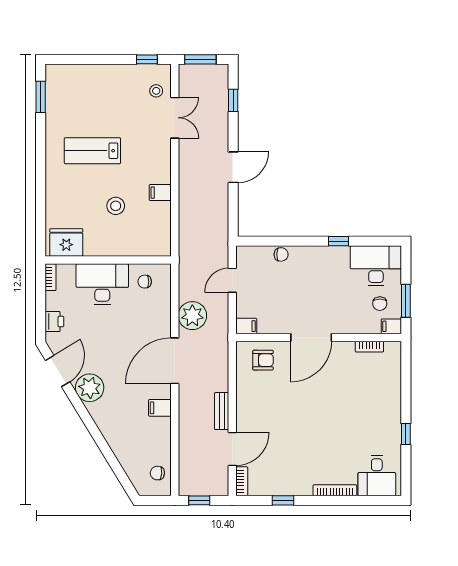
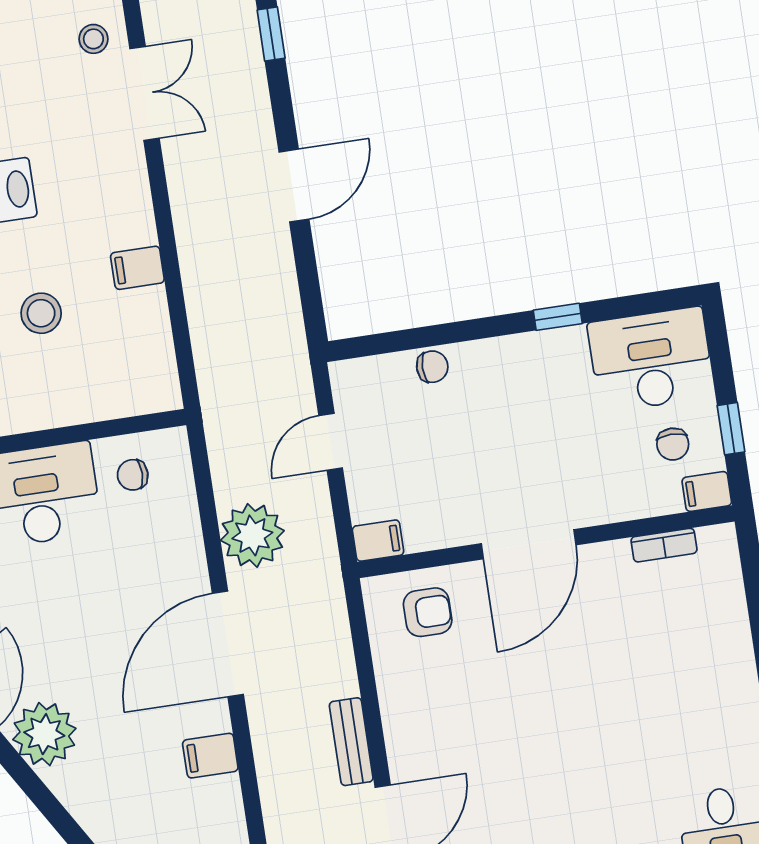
window: (406, 301) -> (731, 429), width x0.67

